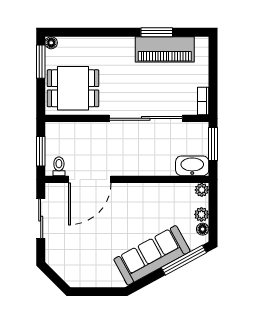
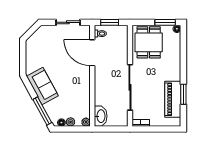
window: (213, 144) -> (114, 129), removed
sofa: (152, 255) -> (42, 86), width x0.73

